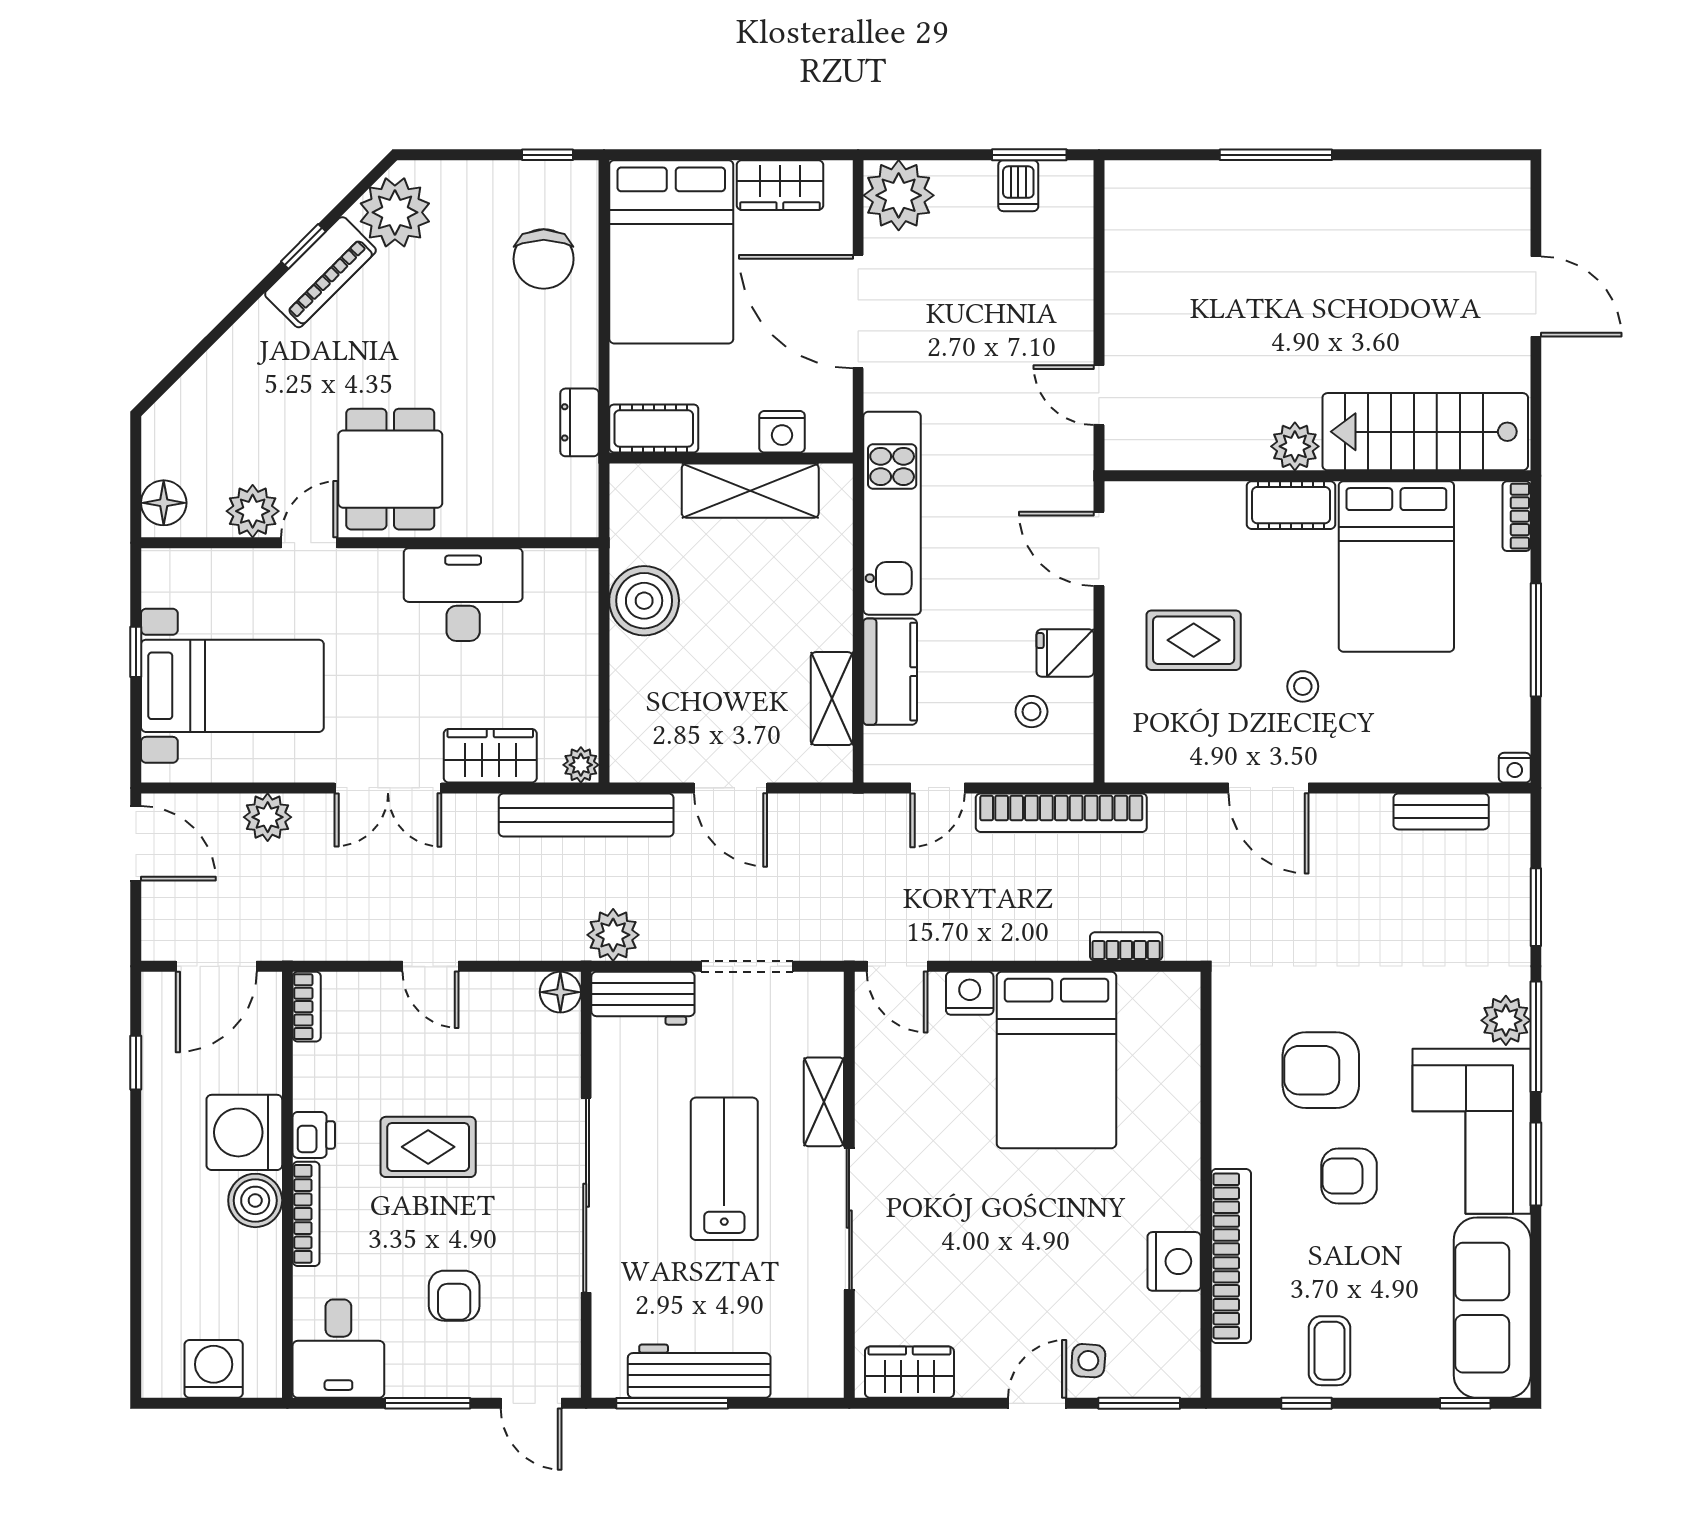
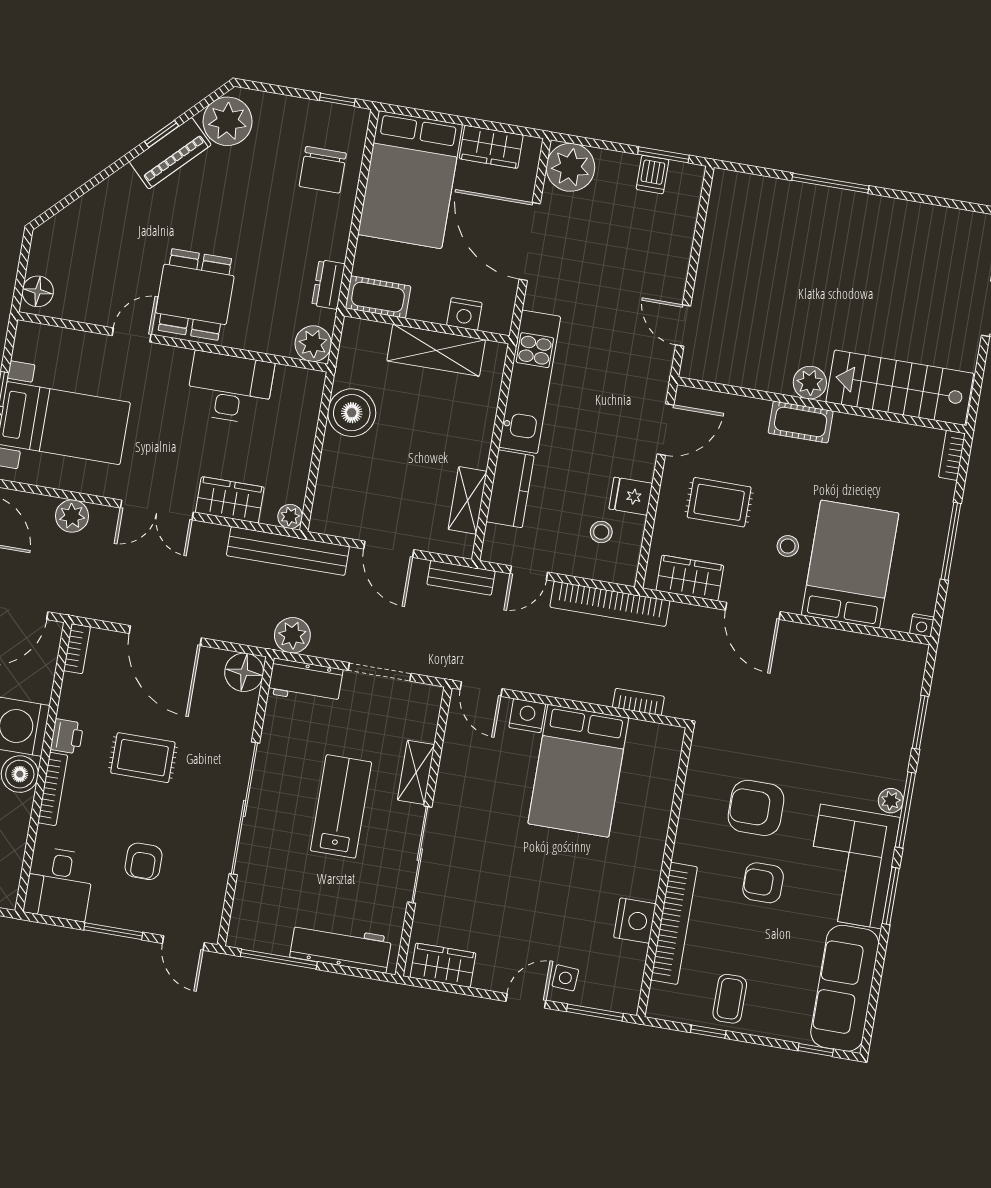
plant: (253, 511) -> (313, 344), moved
door: (1099, 549) -> (666, 430), swing flipped
bed: (1396, 567) -> (850, 564), moved, turned 180
wardrobe: (1170, 756) -> (690, 578), added
bench: (1441, 811) -> (461, 578), moved
door: (430, 966) -> (165, 636), width x1.88
floor lamp: (560, 992) -> (244, 672), width x1.38, depth x1.38
plant: (1506, 1020) -> (891, 801), width x0.73, depth x0.73
workbench: (699, 1371) -> (341, 947), moved

